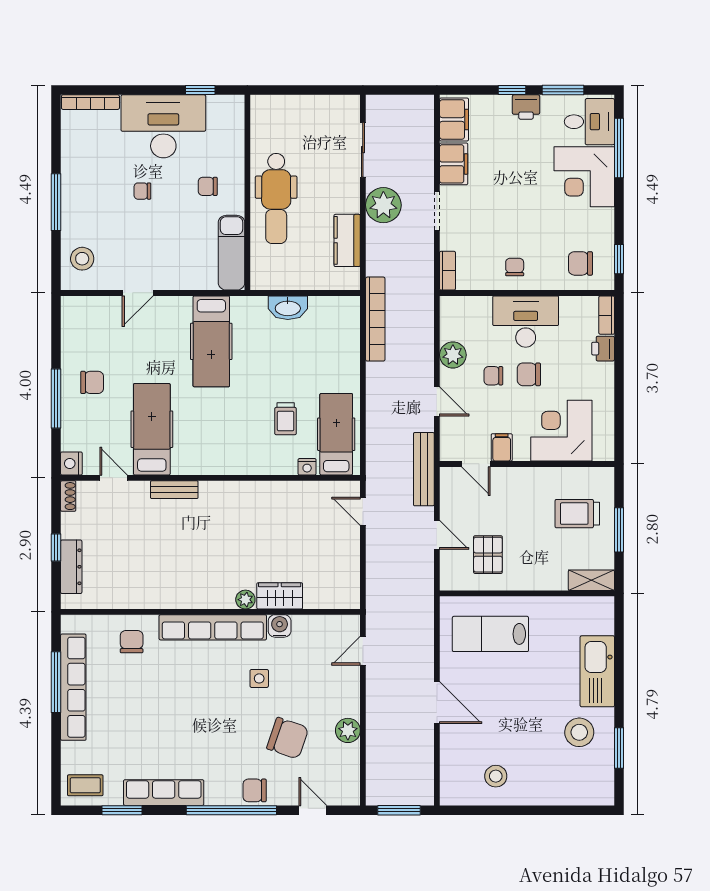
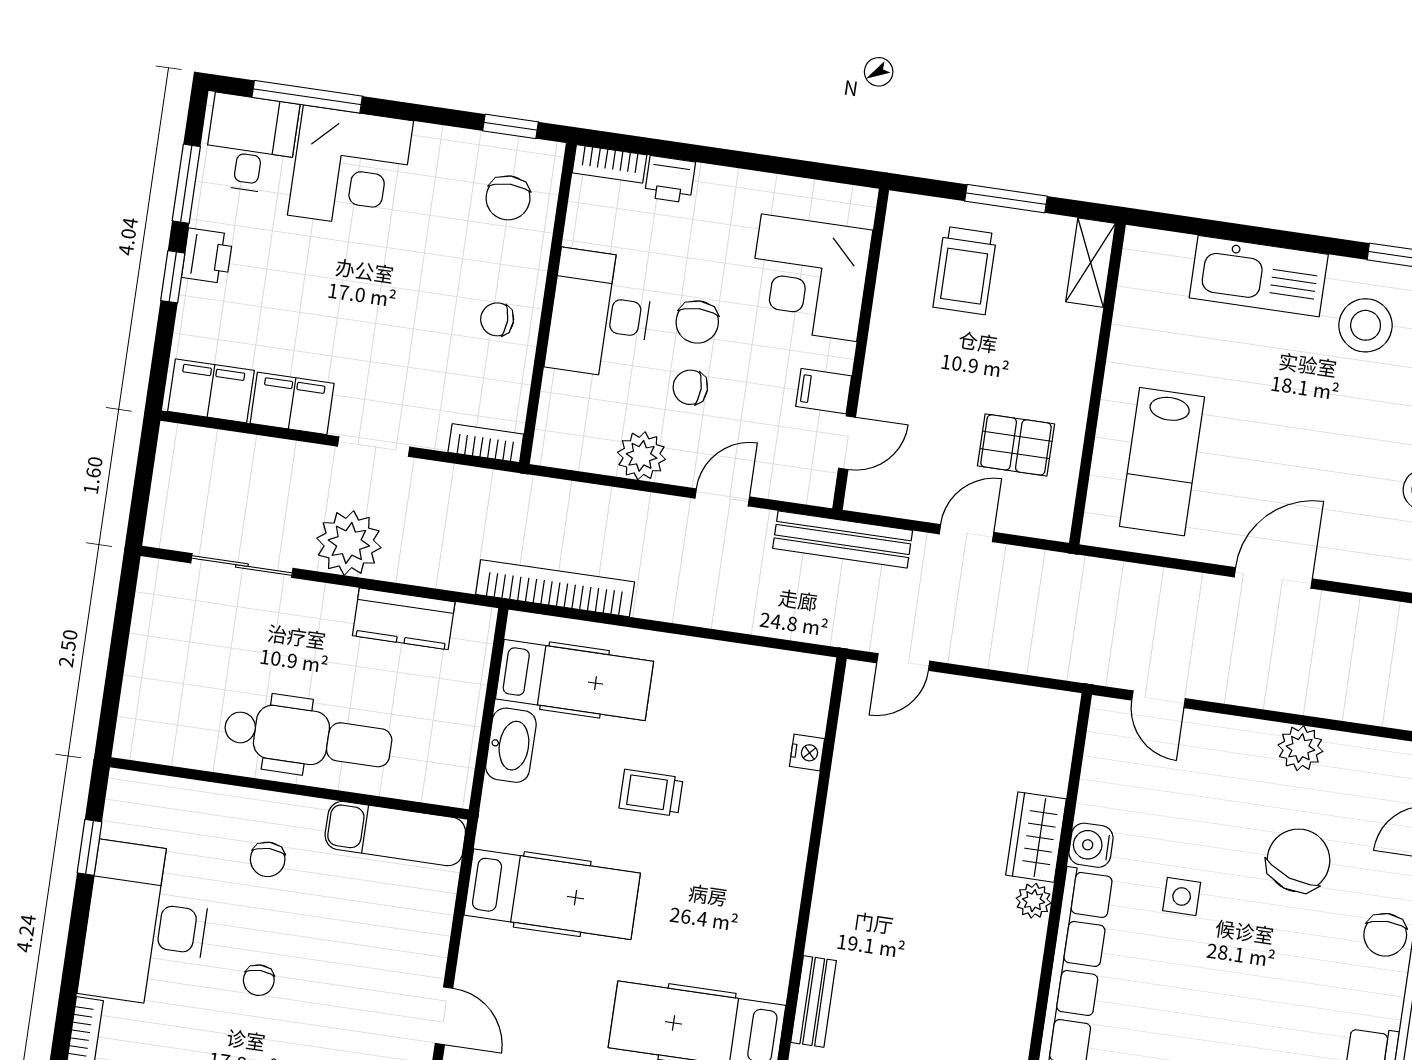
chair: (493, 376) -> (690, 387), turned 90
trolley: (286, 419) -> (651, 793), moved, turned 180
hospital bed: (336, 434) -> (575, 680), moved, turned 180

